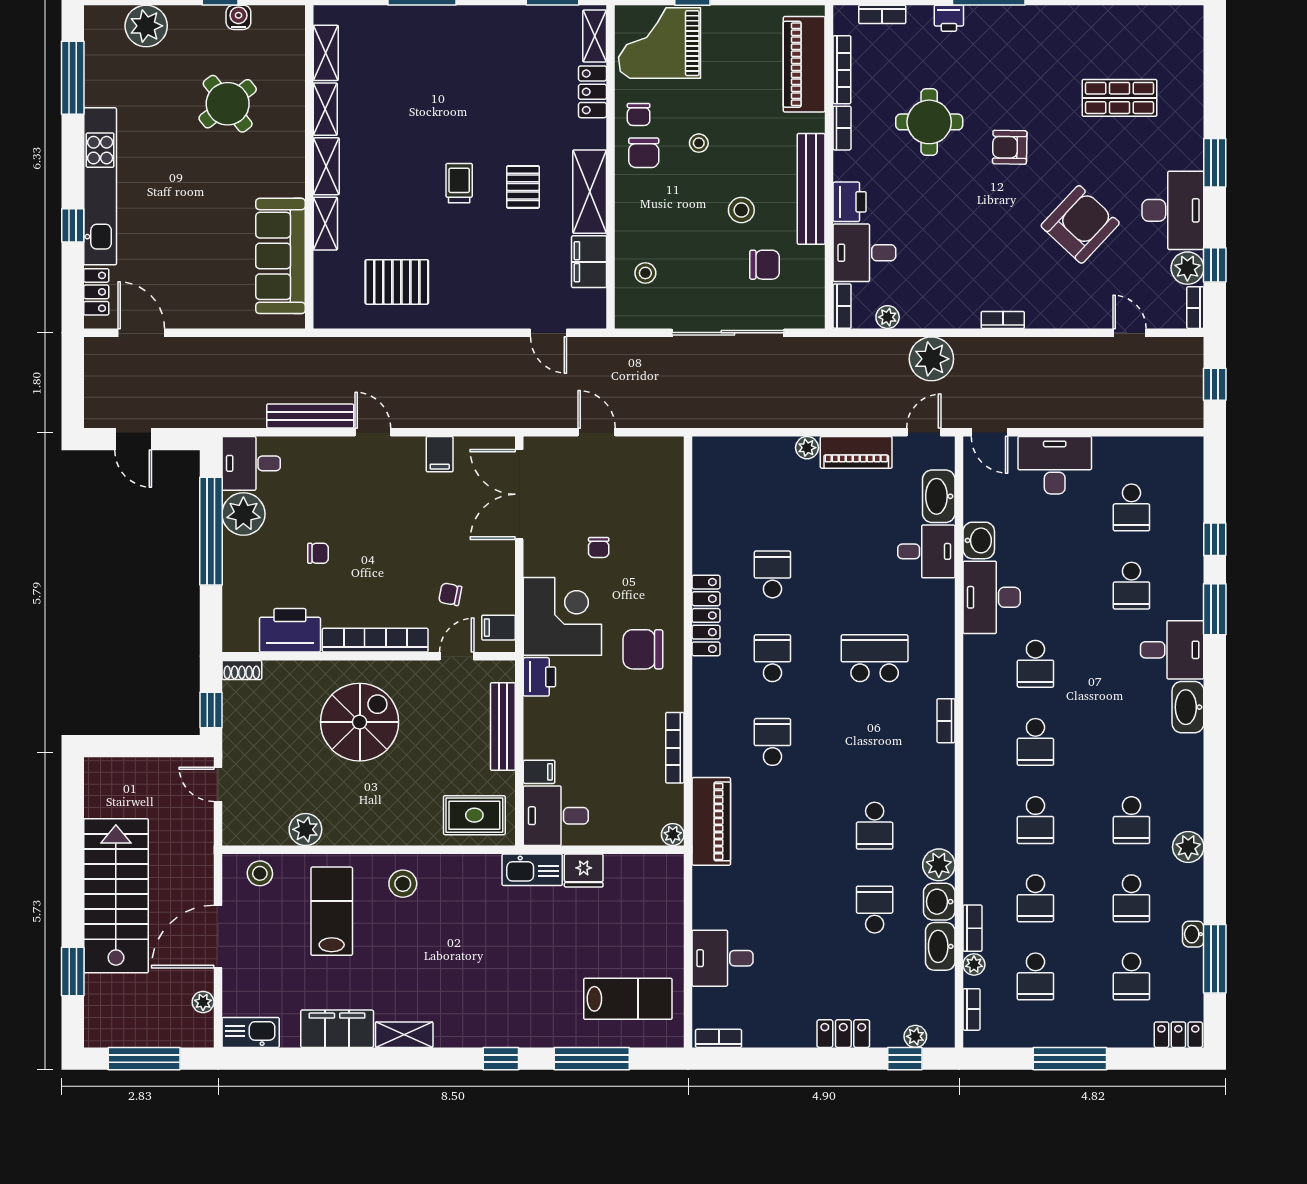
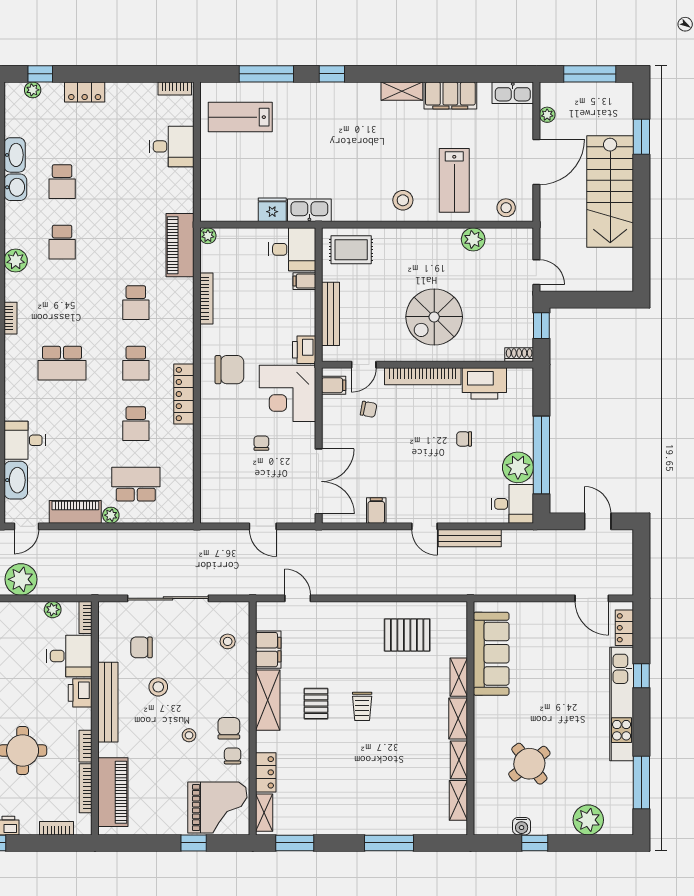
school desk: (772, 491) -> (136, 484), added
school desk: (875, 826) -> (62, 242), turned 180
plant: (939, 865) -> (16, 261), moved

